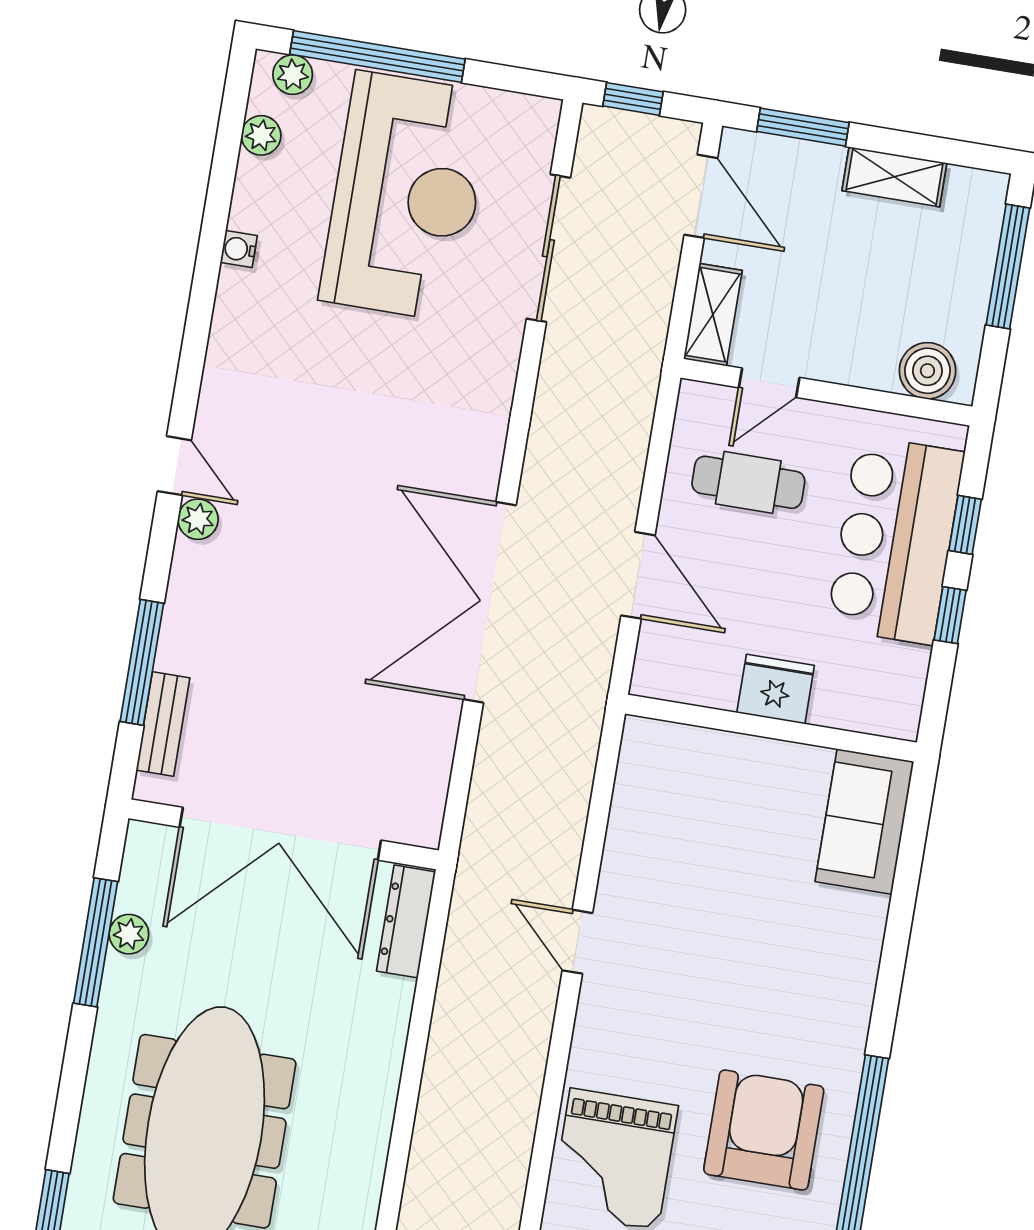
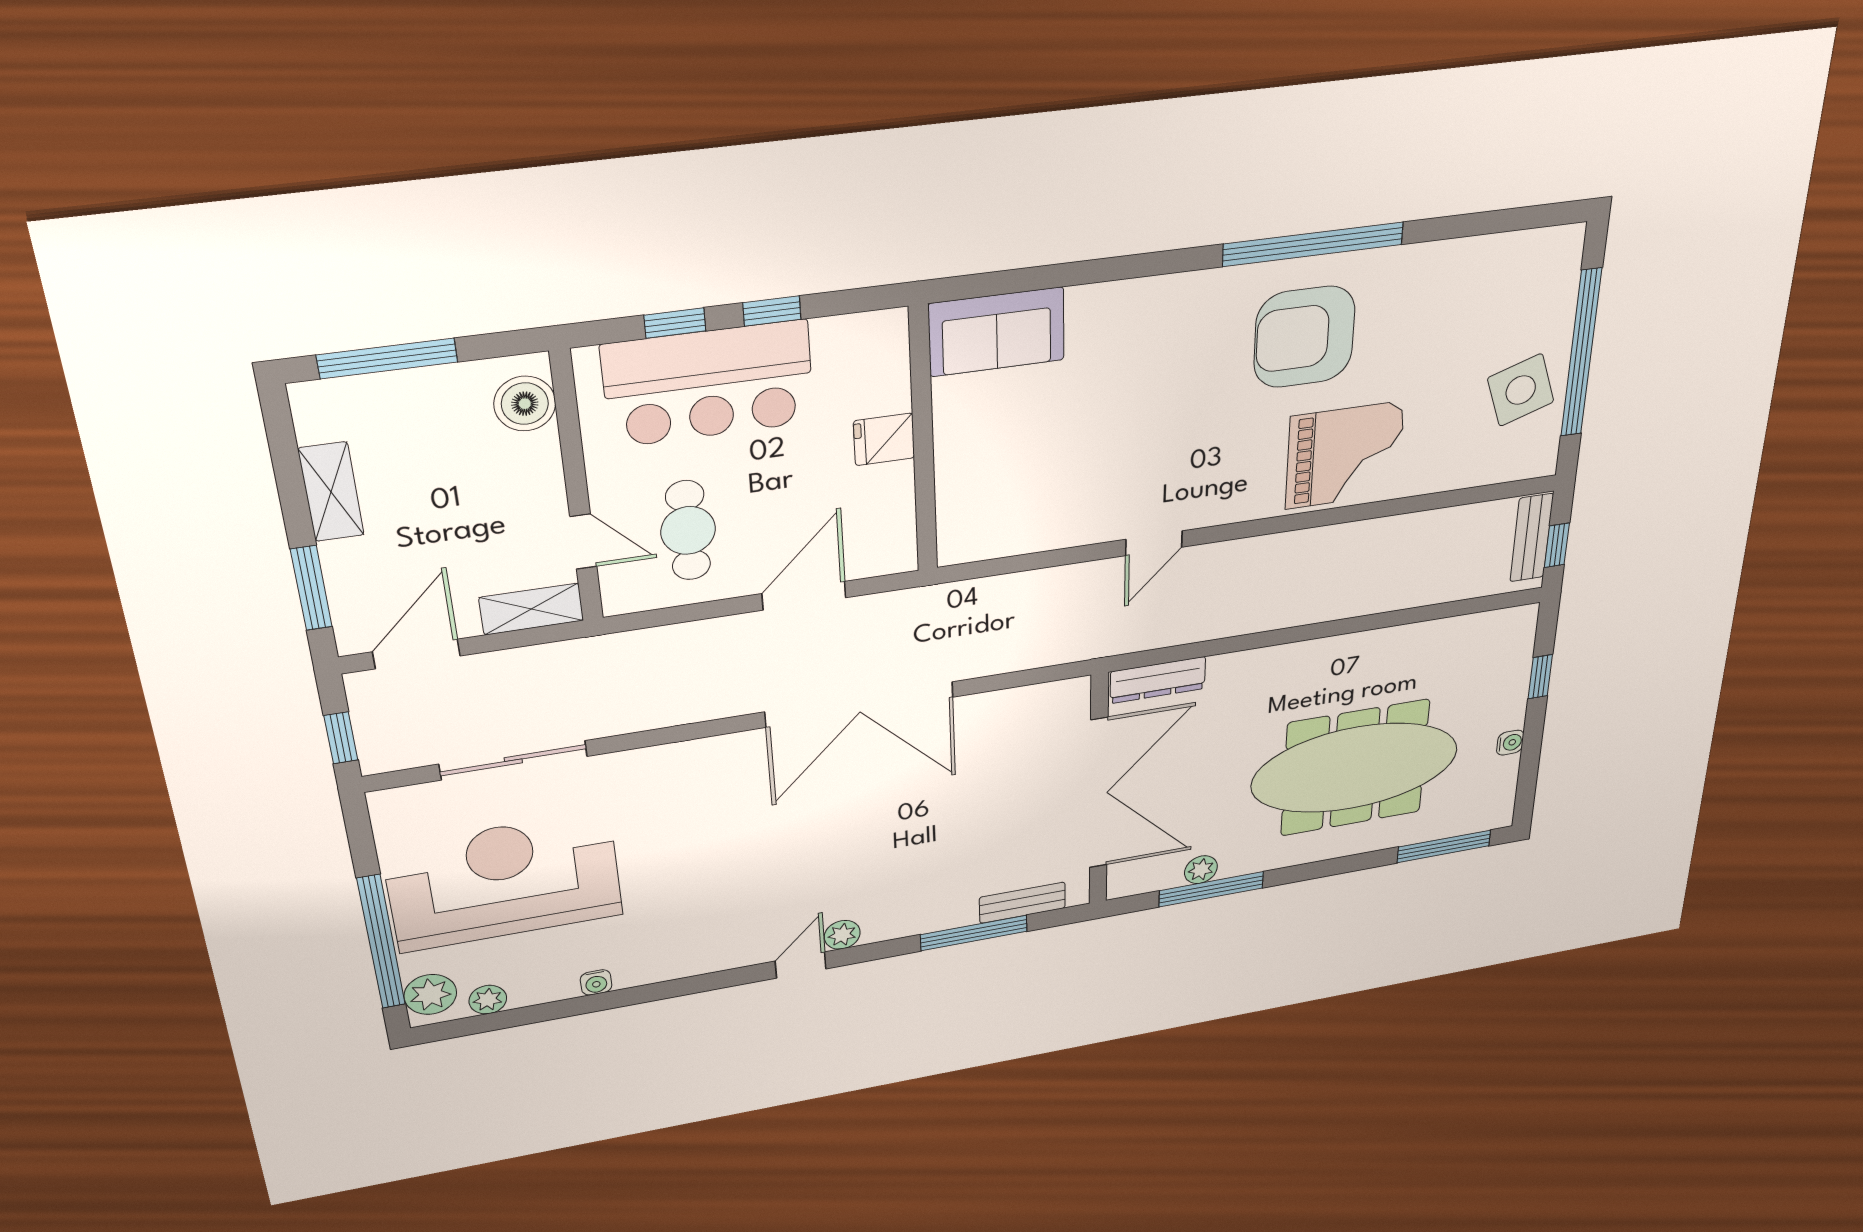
plant: (293, 75) -> (430, 994), width x1.38, depth x1.38
fridge: (776, 689) -> (884, 439), width x0.72

